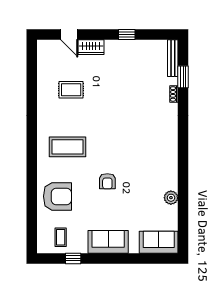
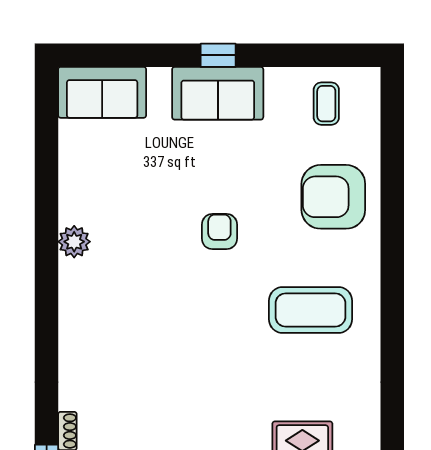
plant: (171, 198) -> (74, 242), moved
window: (73, 258) -> (218, 55), moved

